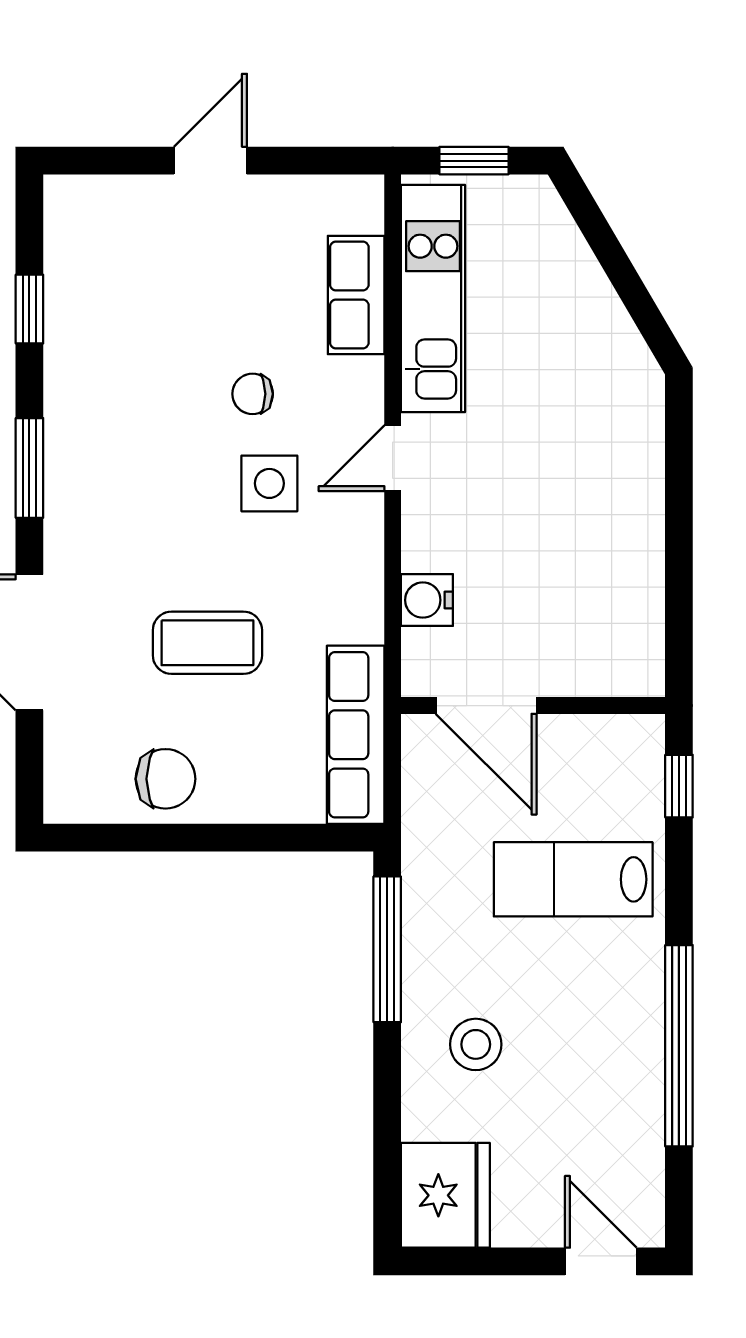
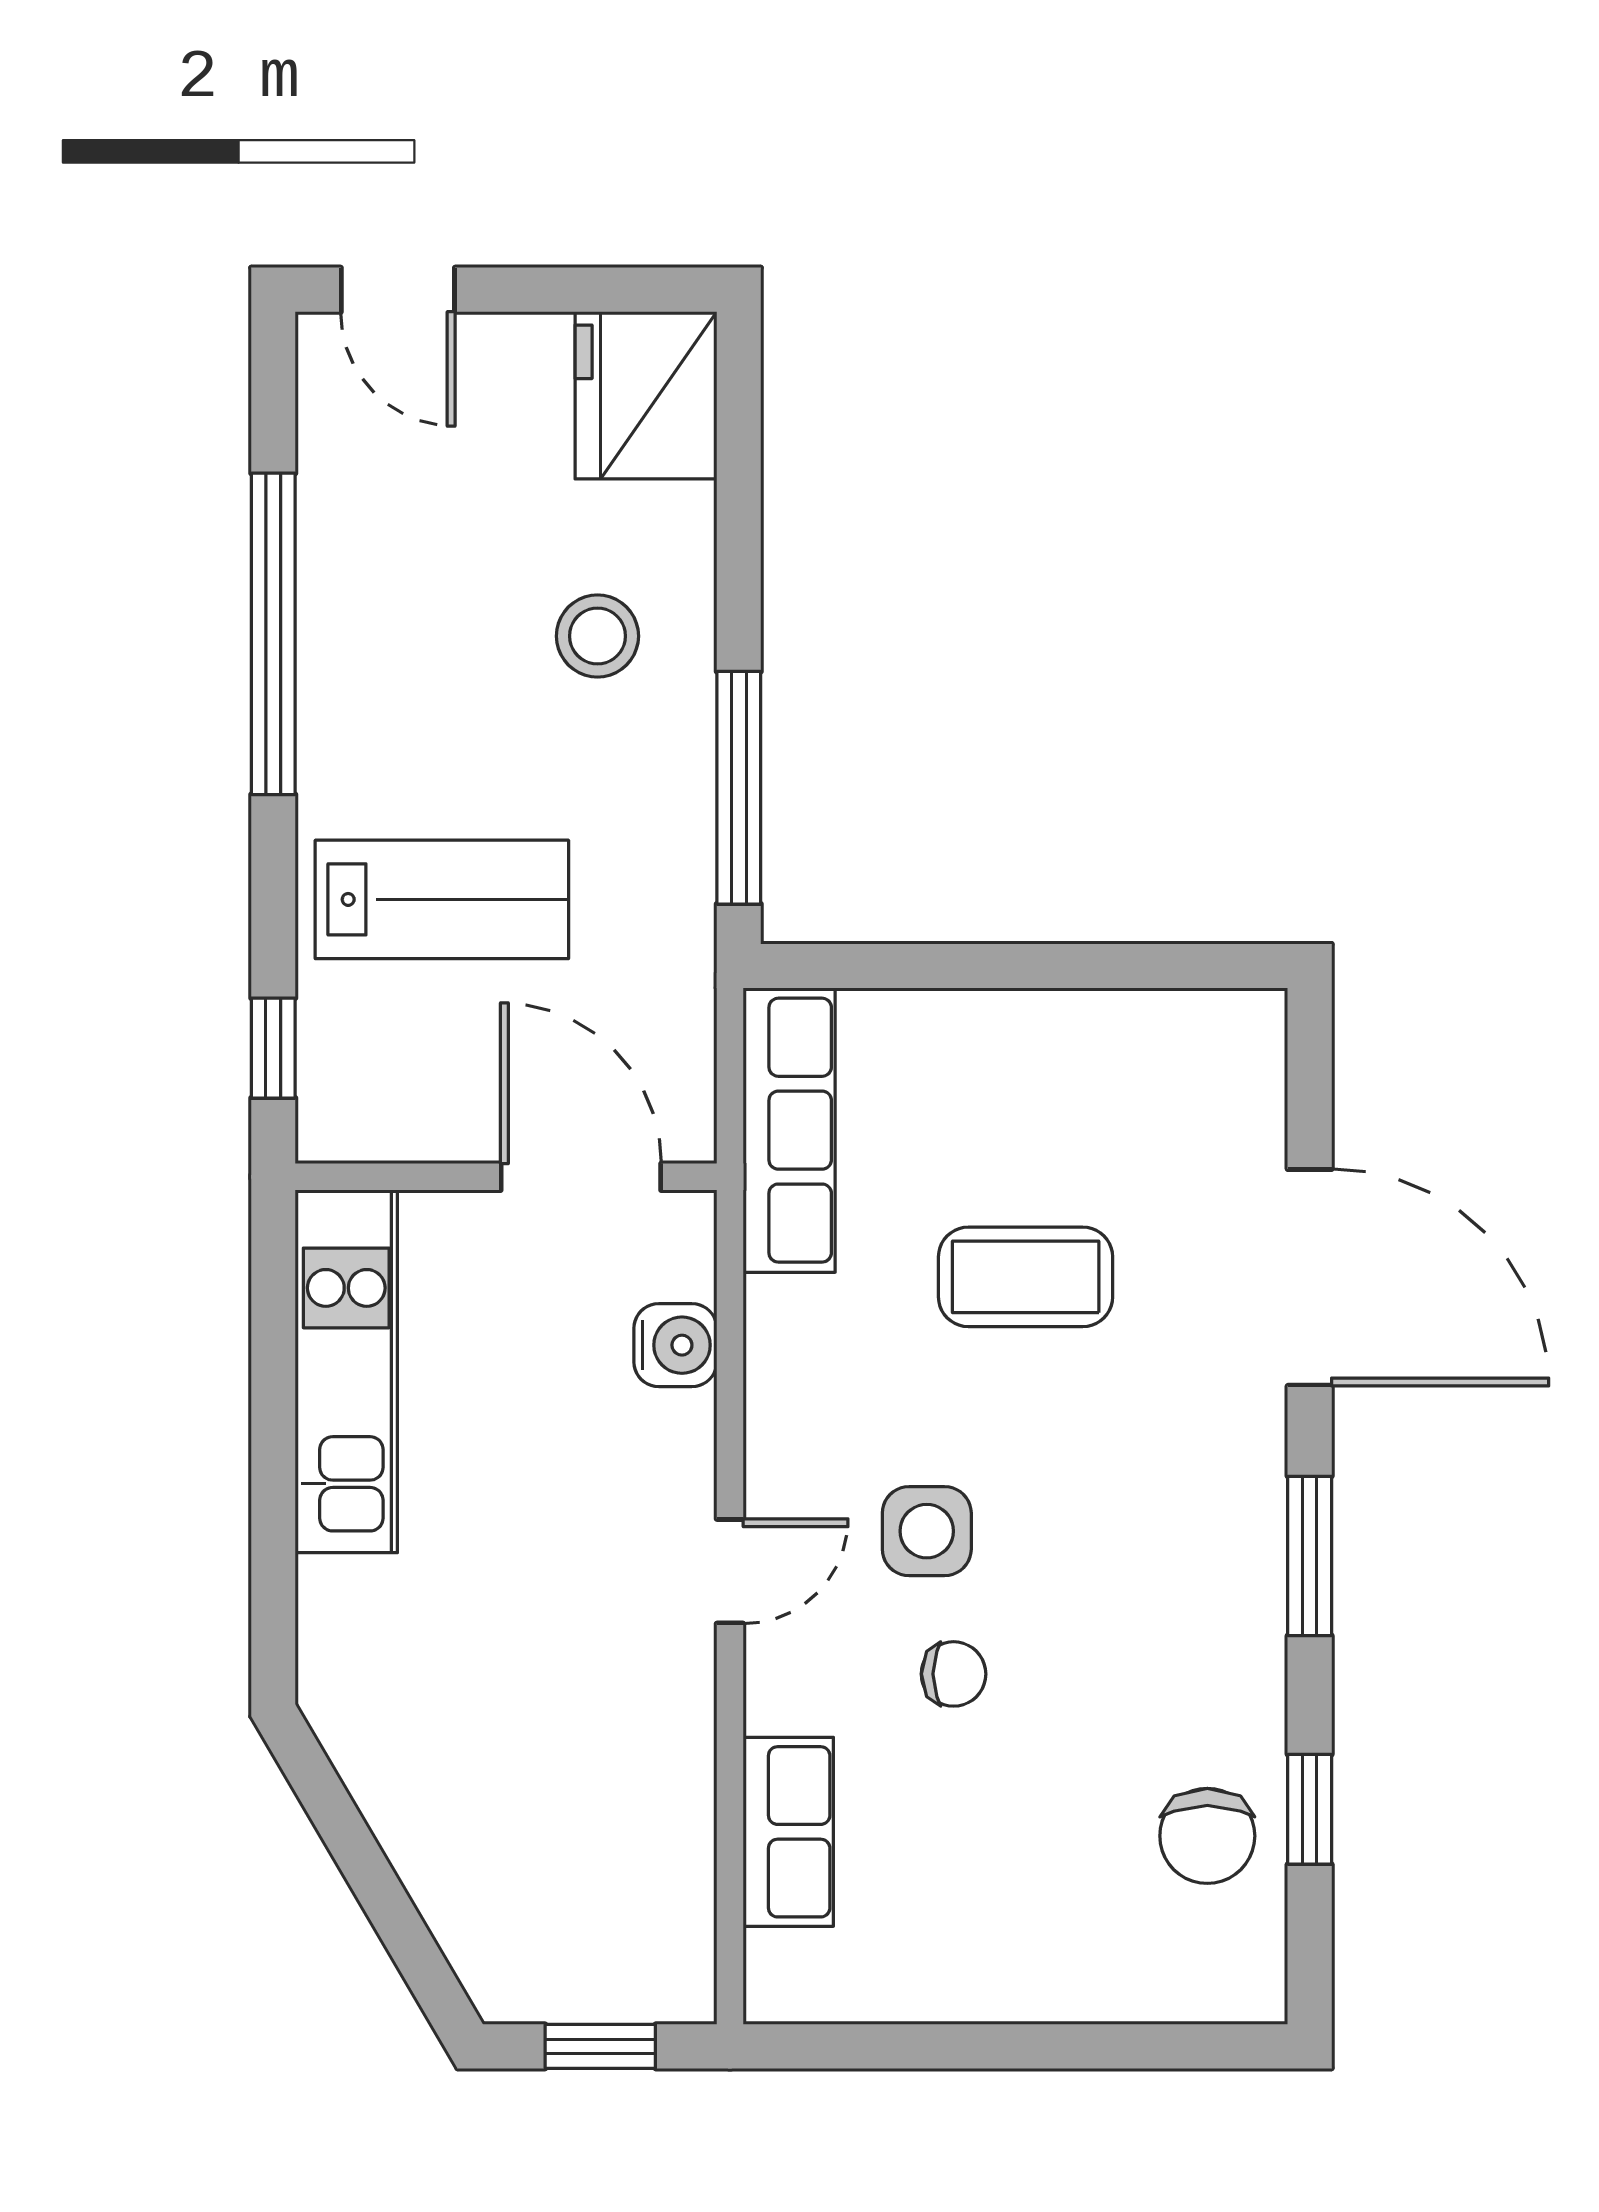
door: (210, 161) -> (1021, 2046), removed
kitchen unit: (433, 299) -> (346, 1371), moved, turned 180
chair: (165, 779) -> (1207, 1836), moved, turned -90

